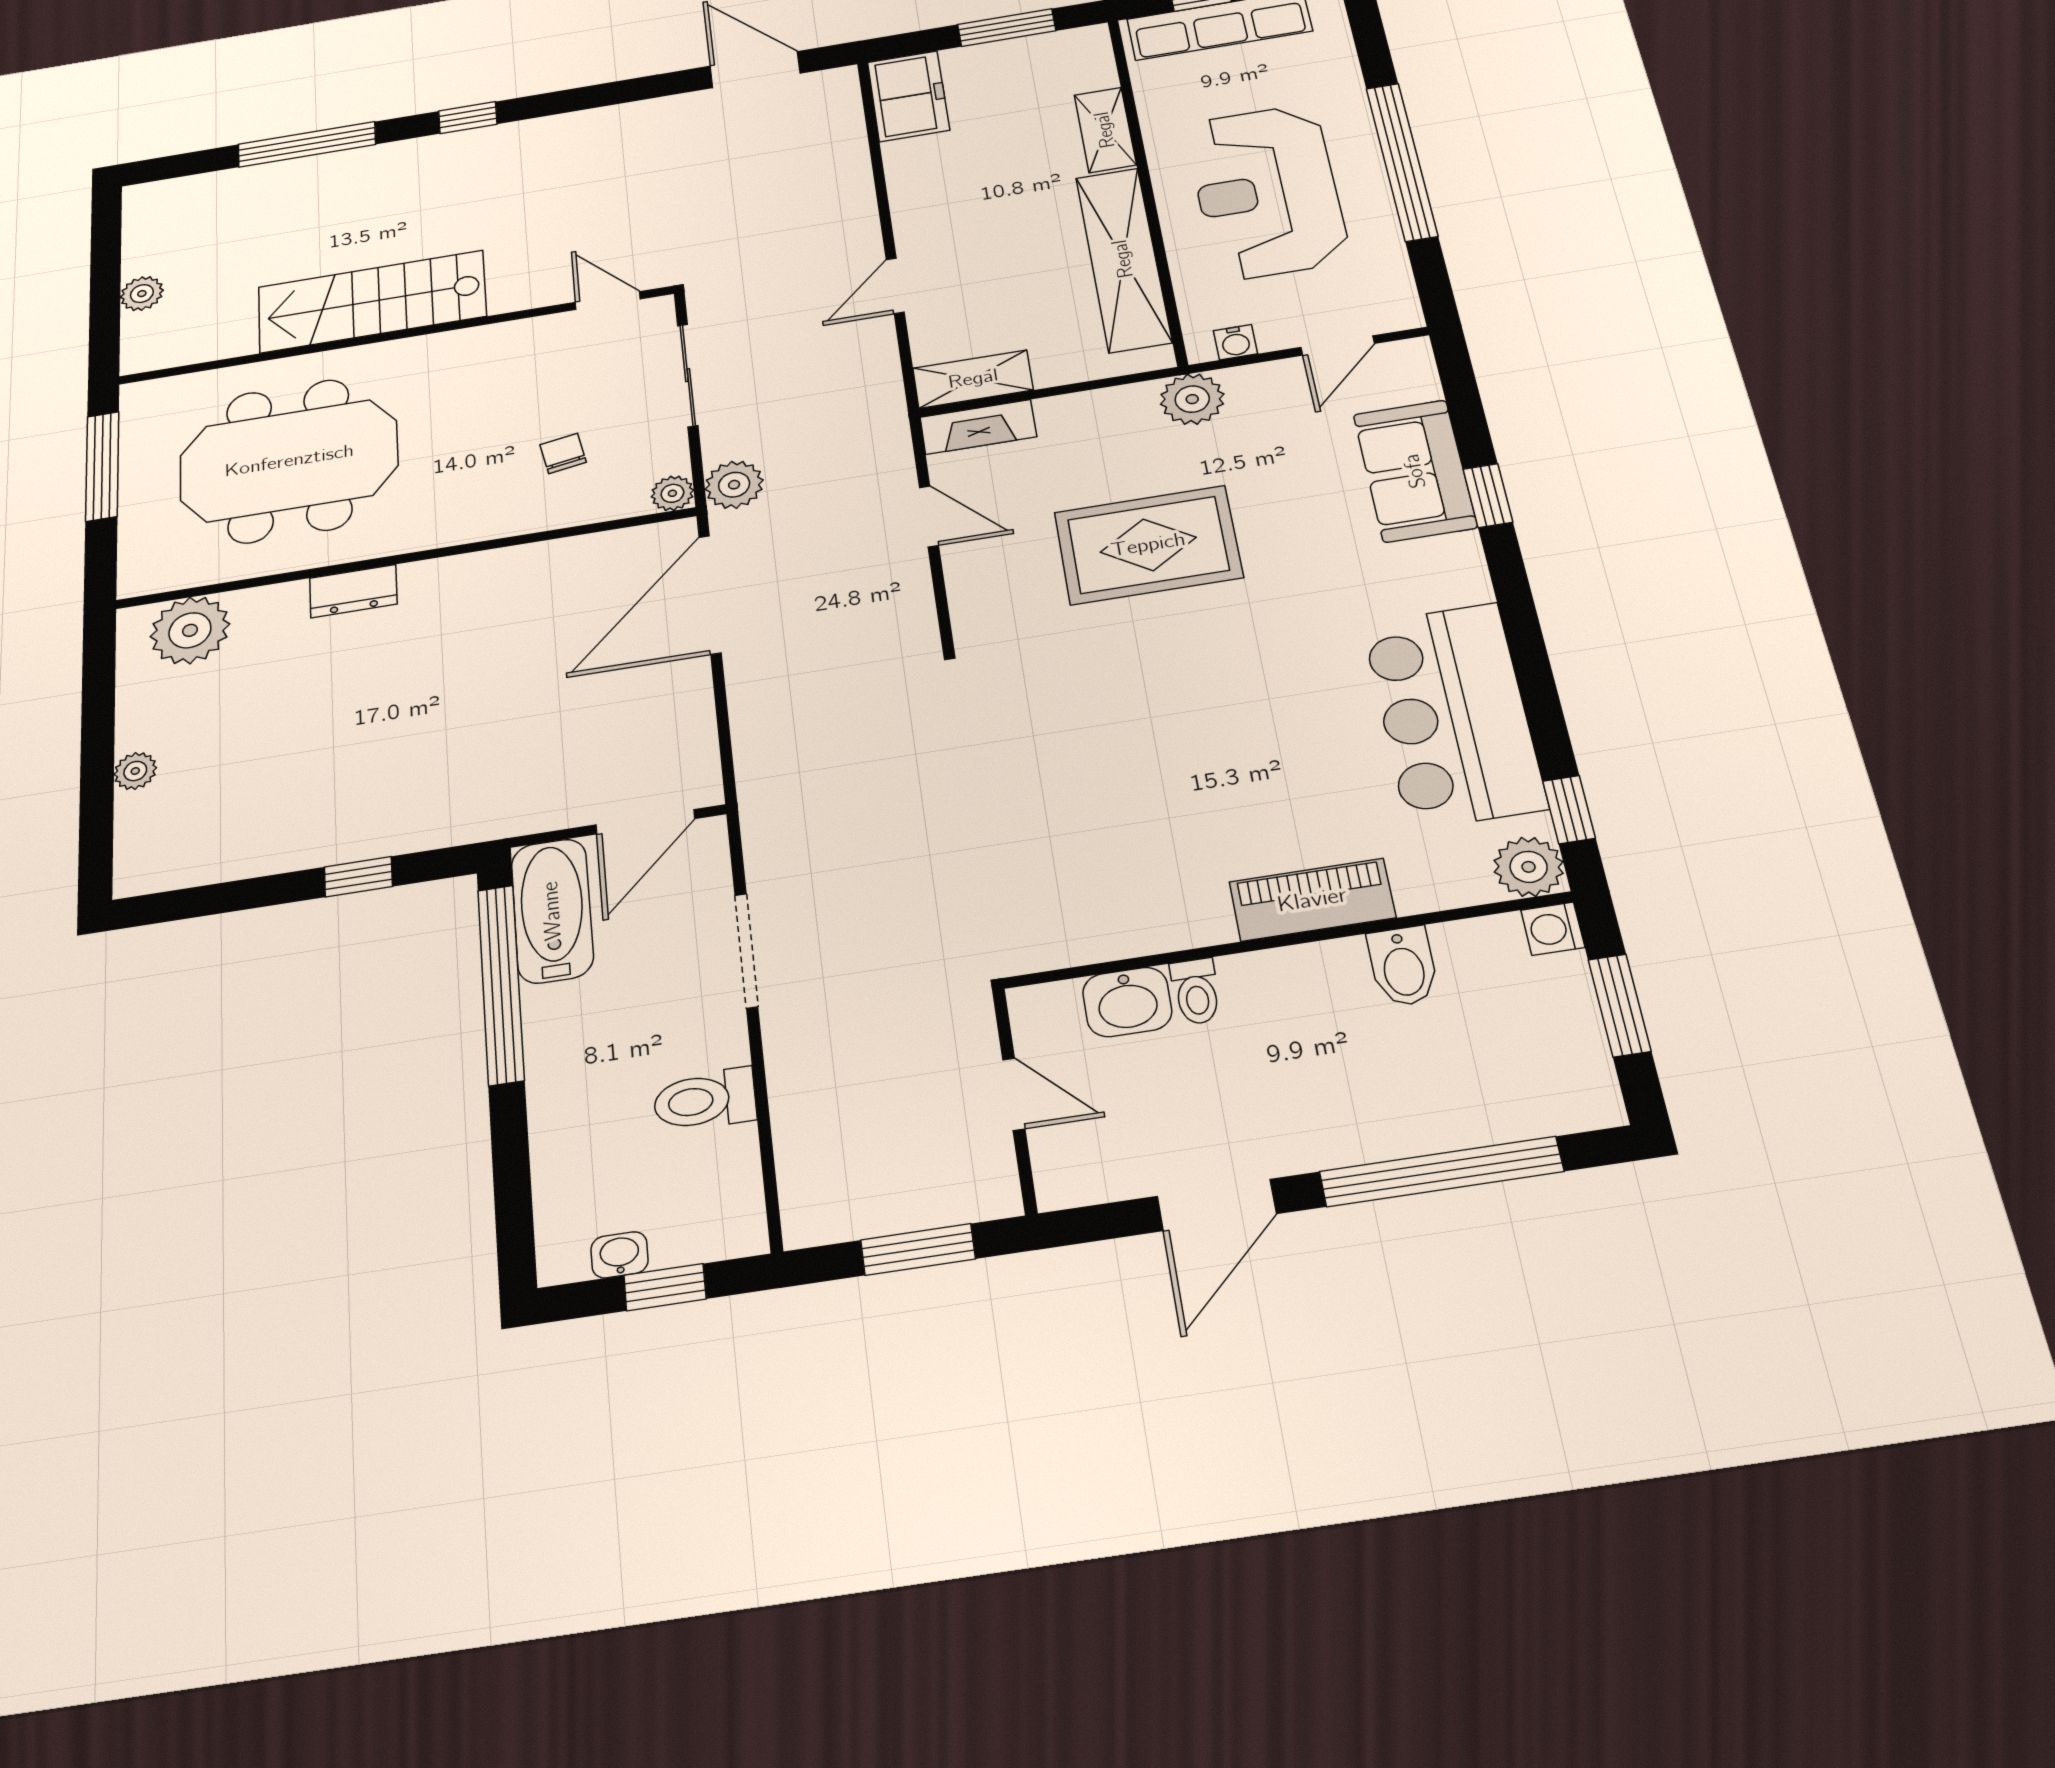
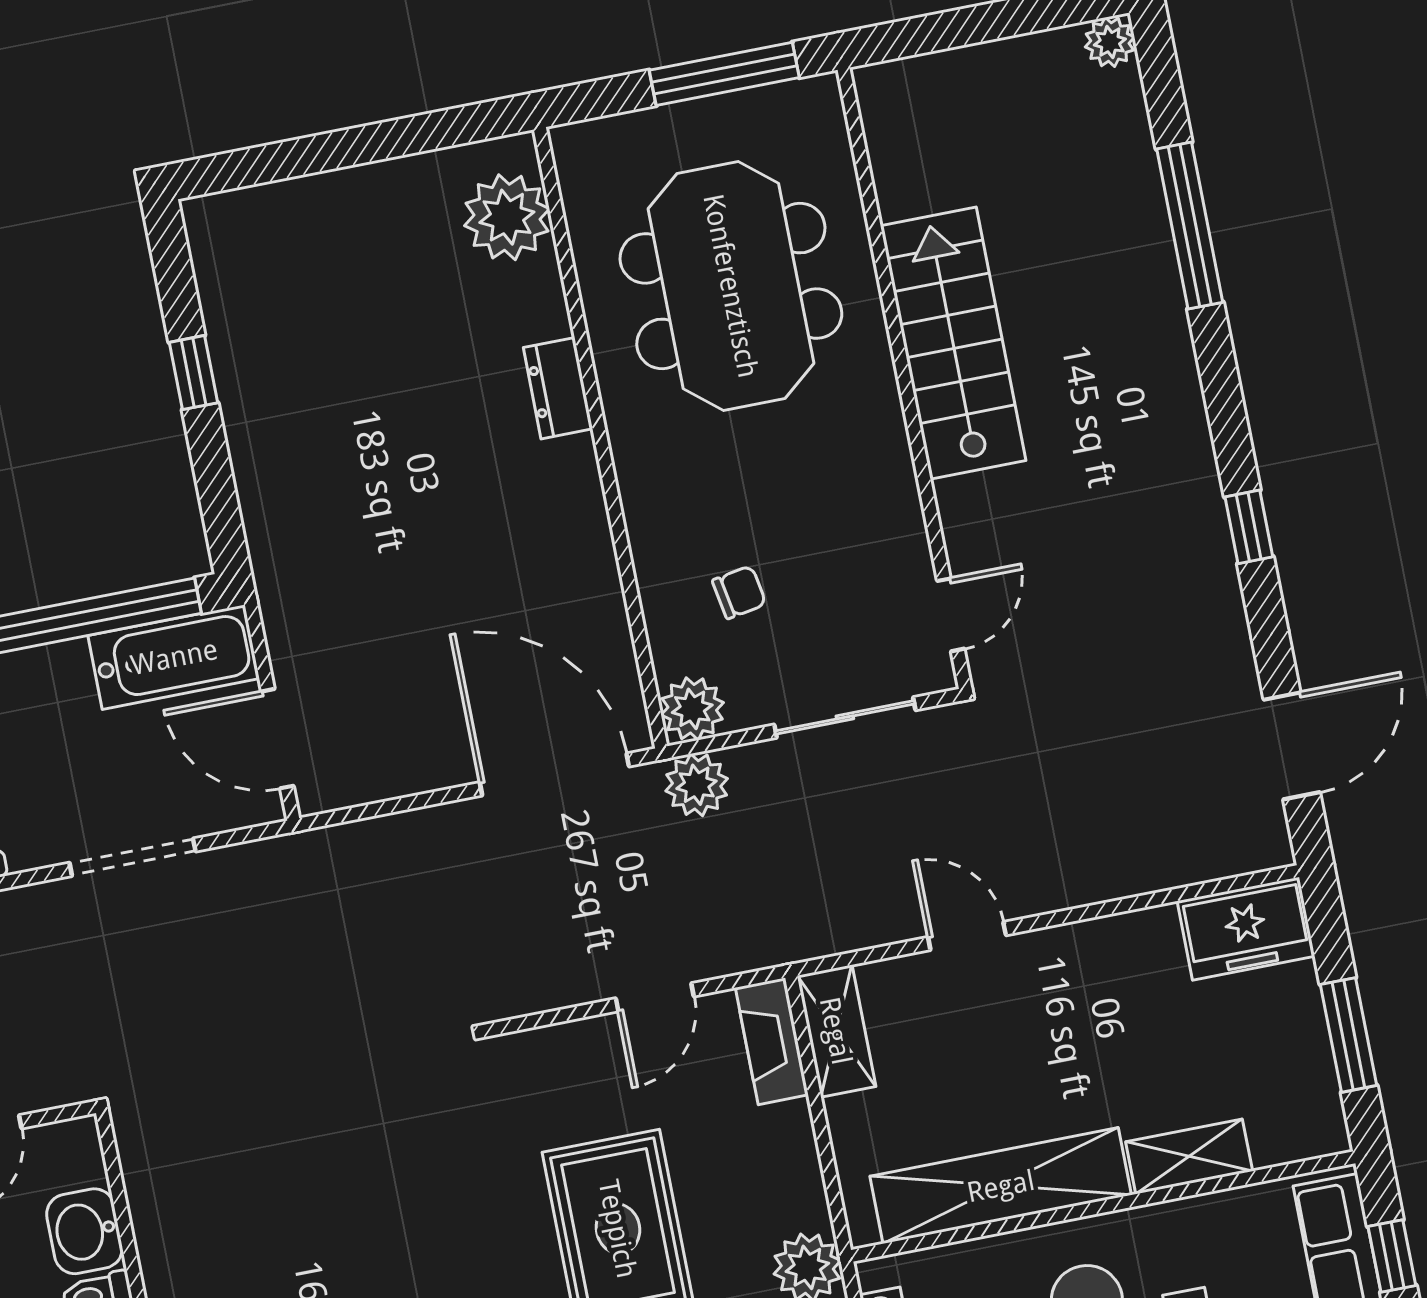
window: (468, 118) -> (1249, 527), moved
plant: (142, 294) -> (1110, 42), moved
plant: (672, 493) -> (692, 709), width x1.38, depth x1.38
plant: (135, 771) -> (331, 192), removed
window: (358, 877) -> (193, 373), moved

